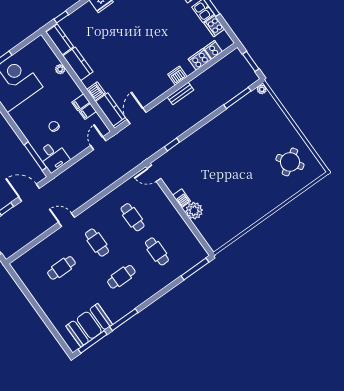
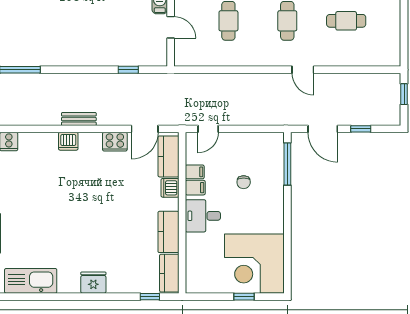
cooker: (200, 59) -> (115, 142), moved
plant: (60, 69) -> (192, 240), removed
desk: (53, 156) -> (203, 216), moved, turned -90
door: (154, 173) -> (171, 27), moved

